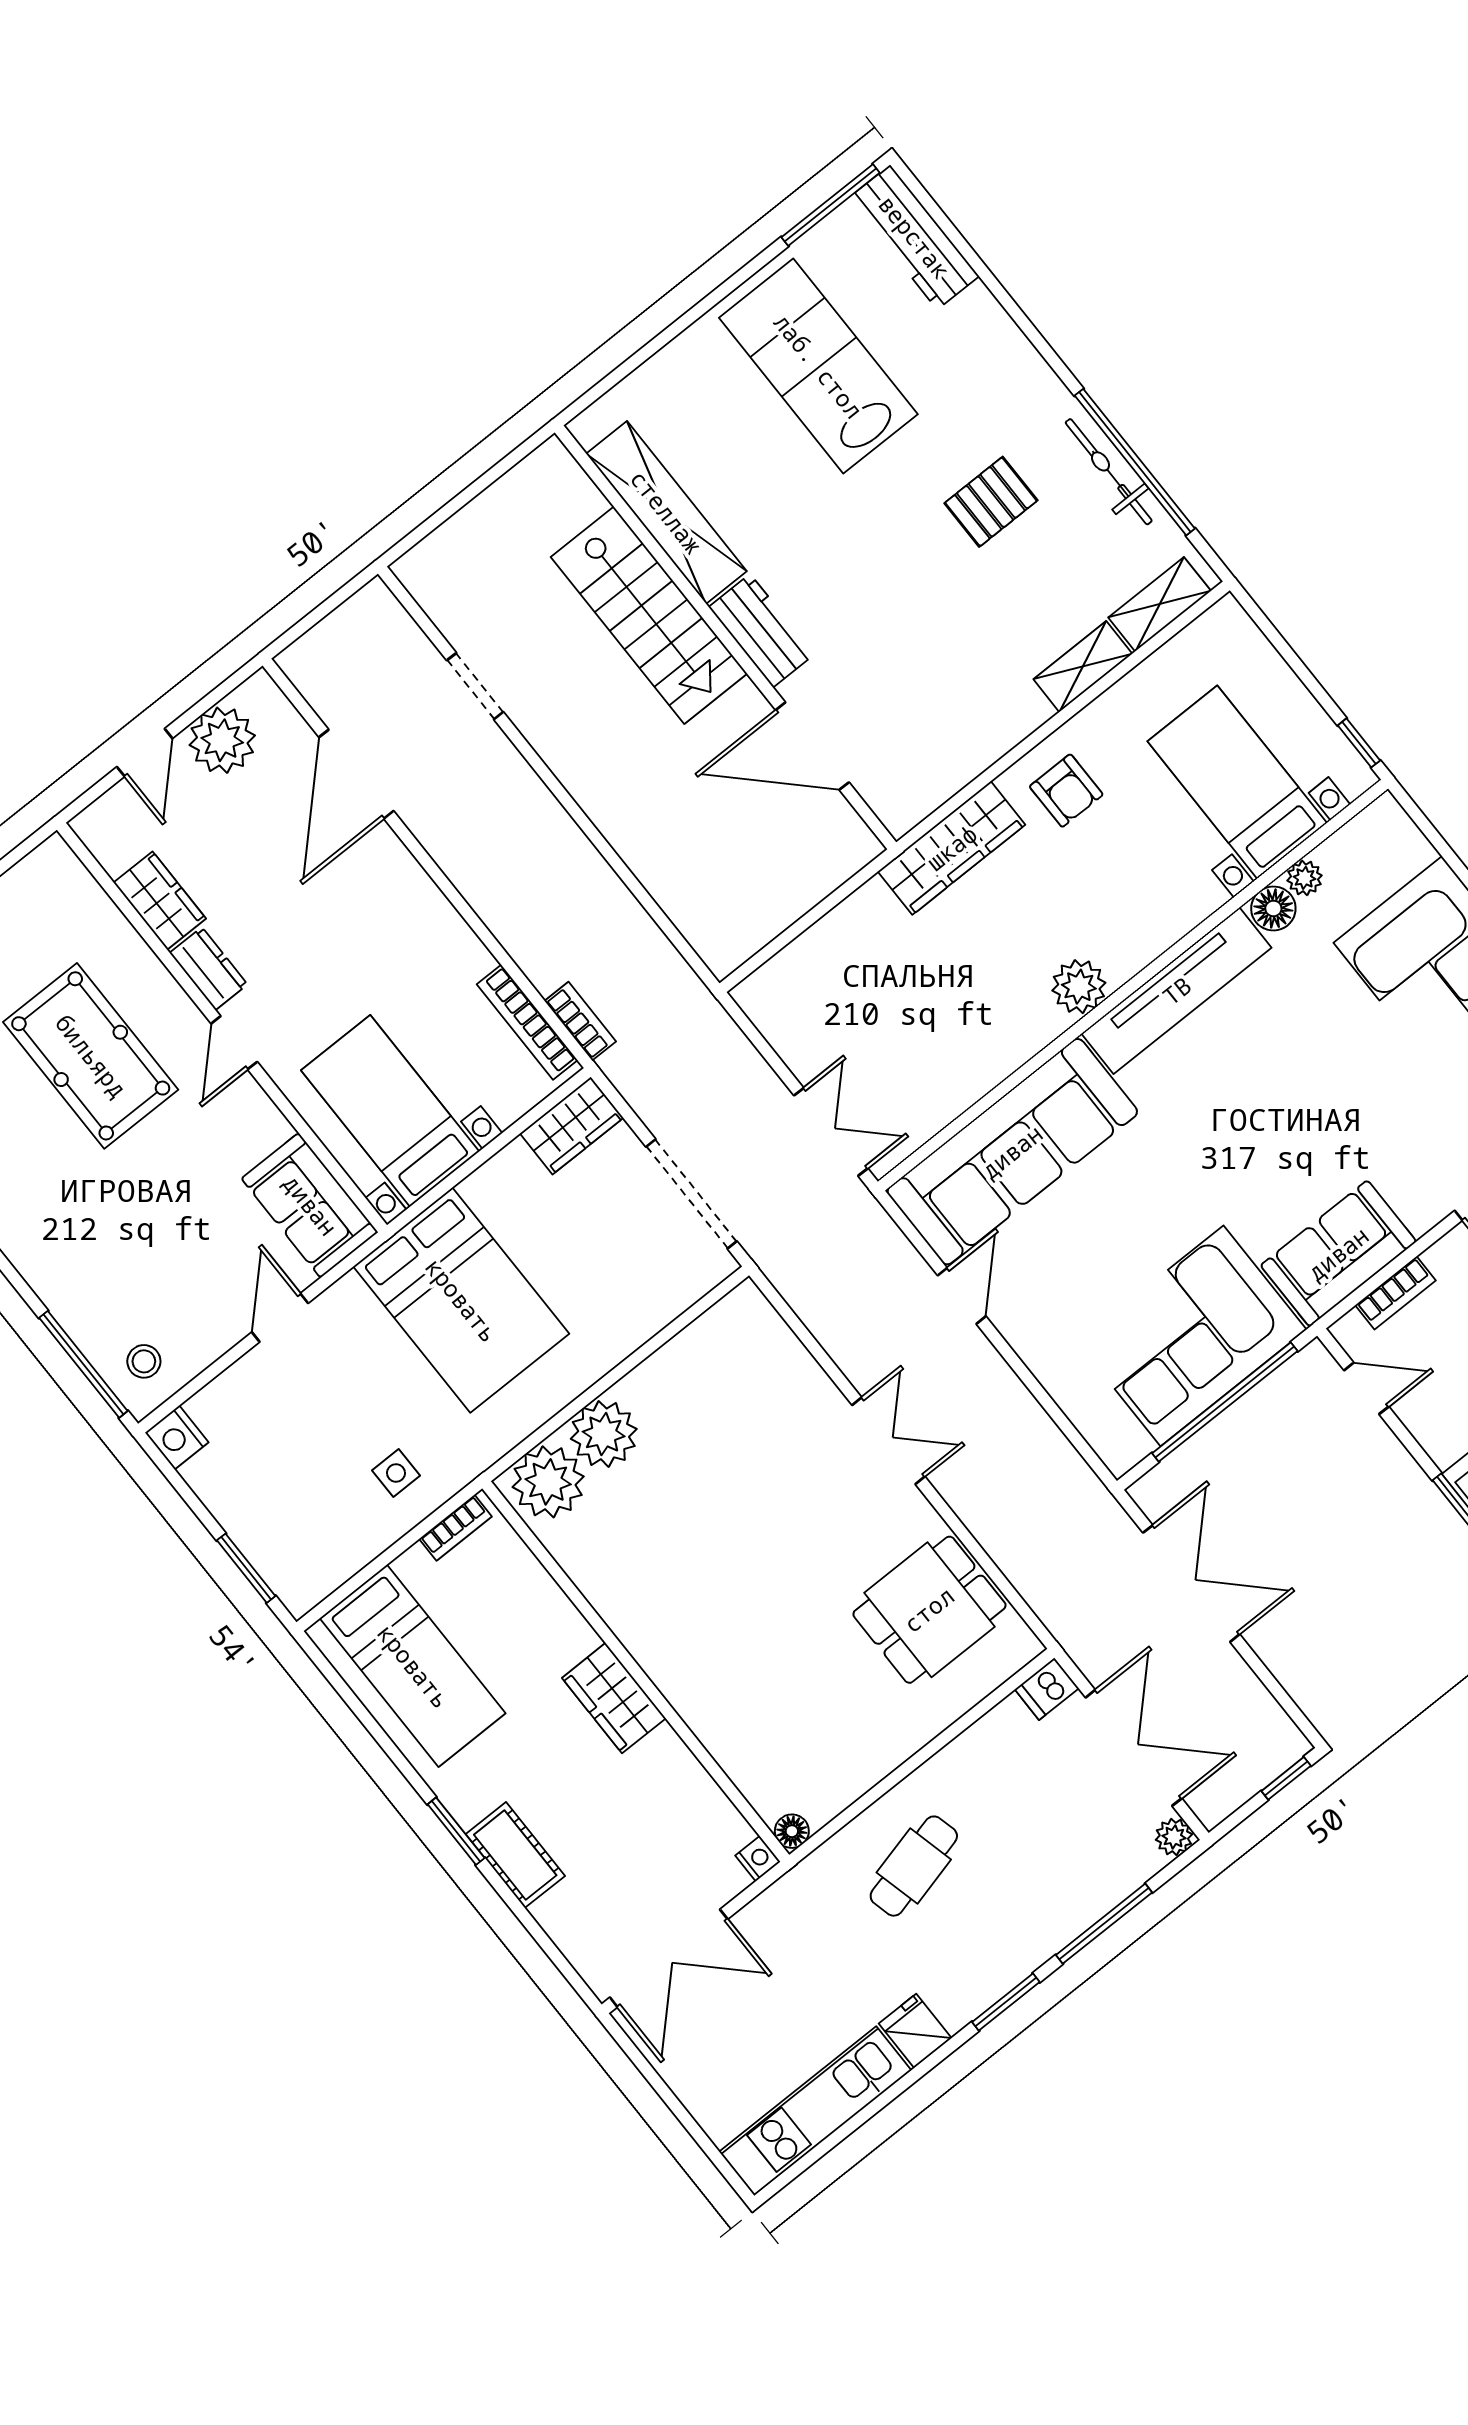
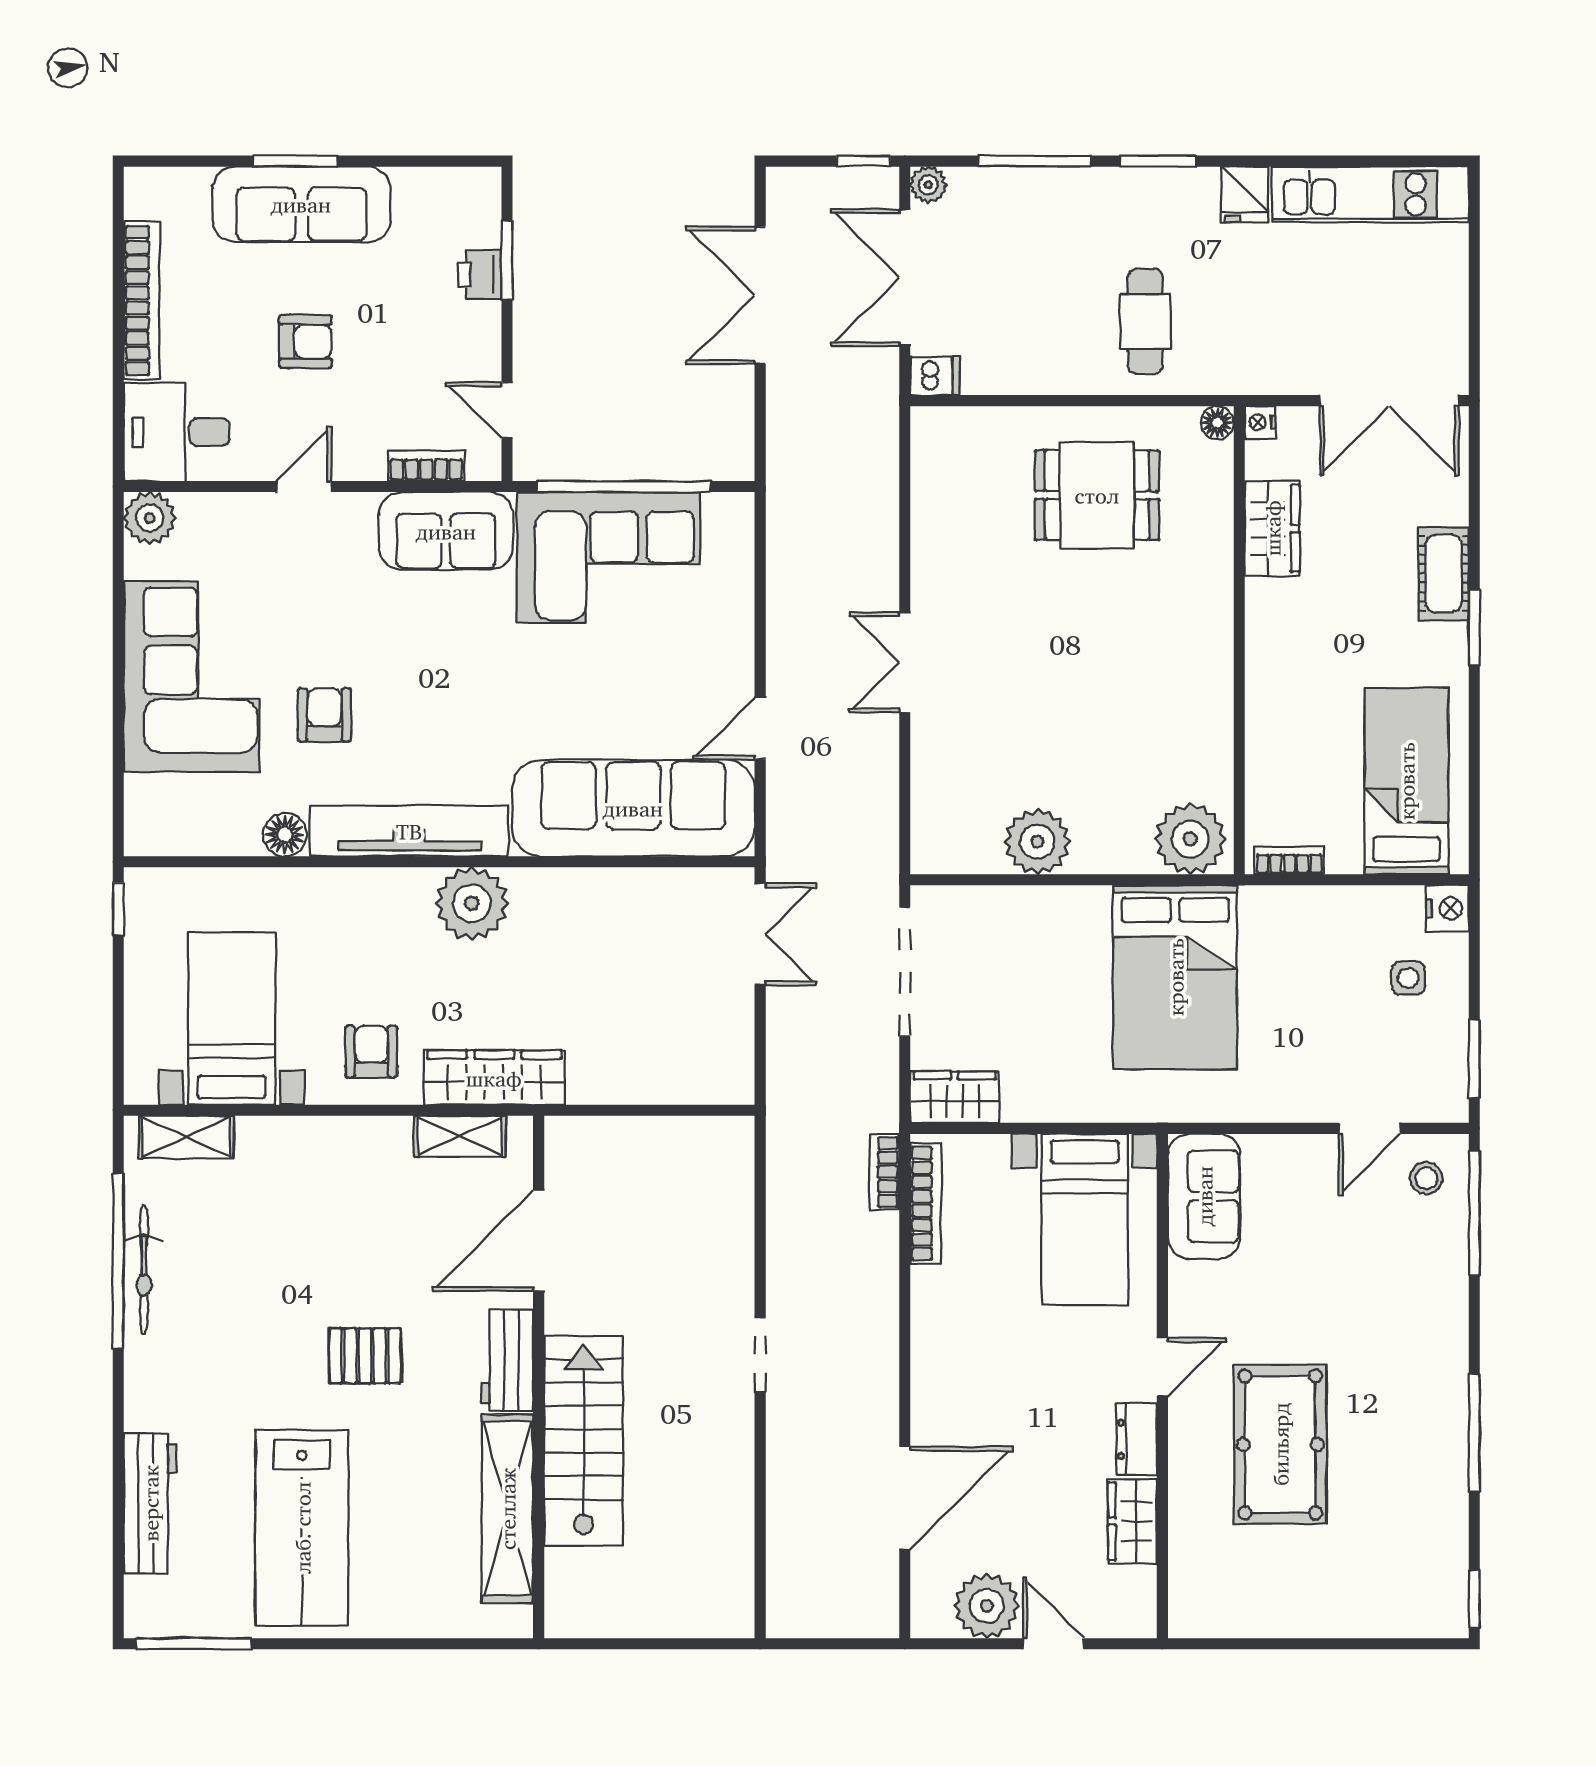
workbench: (914, 237) -> (150, 1503), moved
pallet: (991, 502) -> (365, 1356), moved
shelving: (1083, 667) -> (460, 1136), moved
doorway: (475, 686) -> (760, 1354), moved
door: (812, 746) -> (539, 1241), swing flipped
door: (145, 753) -> (1054, 1644), hinge flipped
bed with nightstands: (1237, 782) -> (232, 1019), moved, turned 180
plant: (1304, 878) -> (242, 839), removed
plant: (1079, 987) -> (472, 903), width x1.36, depth x1.36
armchair: (1318, 1029) -> (324, 715), added
double door: (831, 1132) -> (760, 934), swing flipped
bed: (461, 1300) -> (1175, 977), moved, turned 180
door: (280, 1318) -> (1370, 1128), moved
plant: (604, 1434) -> (1038, 842), moved
nightstand: (177, 1438) -> (1447, 908), moved
side table: (396, 1473) -> (1408, 978), moved
window: (246, 1568) -> (1474, 1059), moved
double door: (1191, 1583) -> (760, 295), moved
dining table: (929, 1610) -> (1097, 495), moved
wardrobe: (614, 1698) -> (1272, 528), moved
window: (1286, 1778) -> (863, 161), moved
cafe table: (914, 1866) -> (1145, 321), turned -76
double door: (669, 1958) -> (1389, 401), swing flipped

